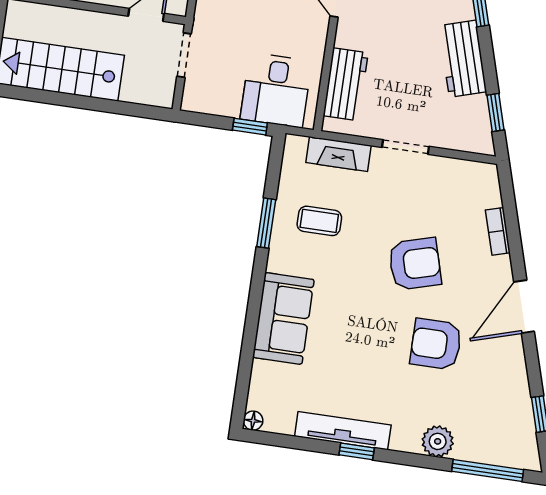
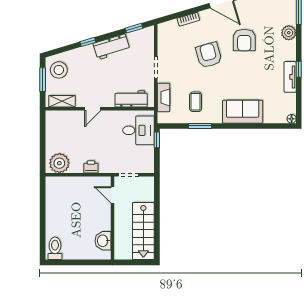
tv unit: (343, 431) -> (290, 77), width x0.71

